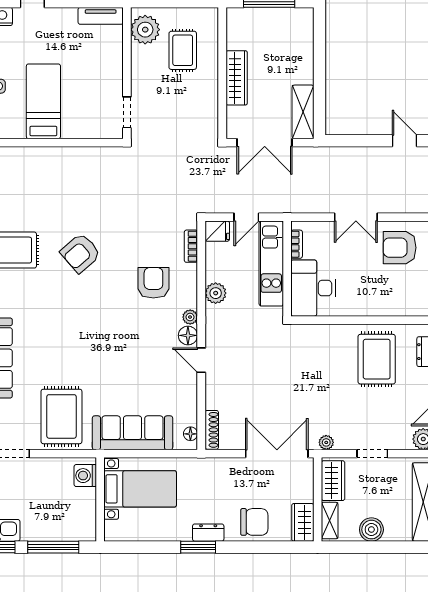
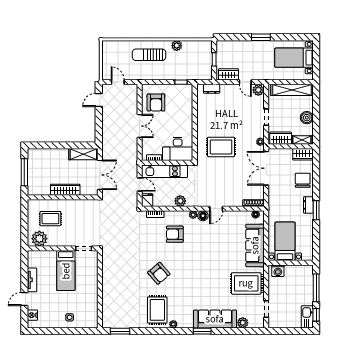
tv unit: (101, 16) -> (32, 280), moved
bed: (43, 101) -> (66, 271), moved, turned -90
rug: (377, 359) -> (221, 147), moved

